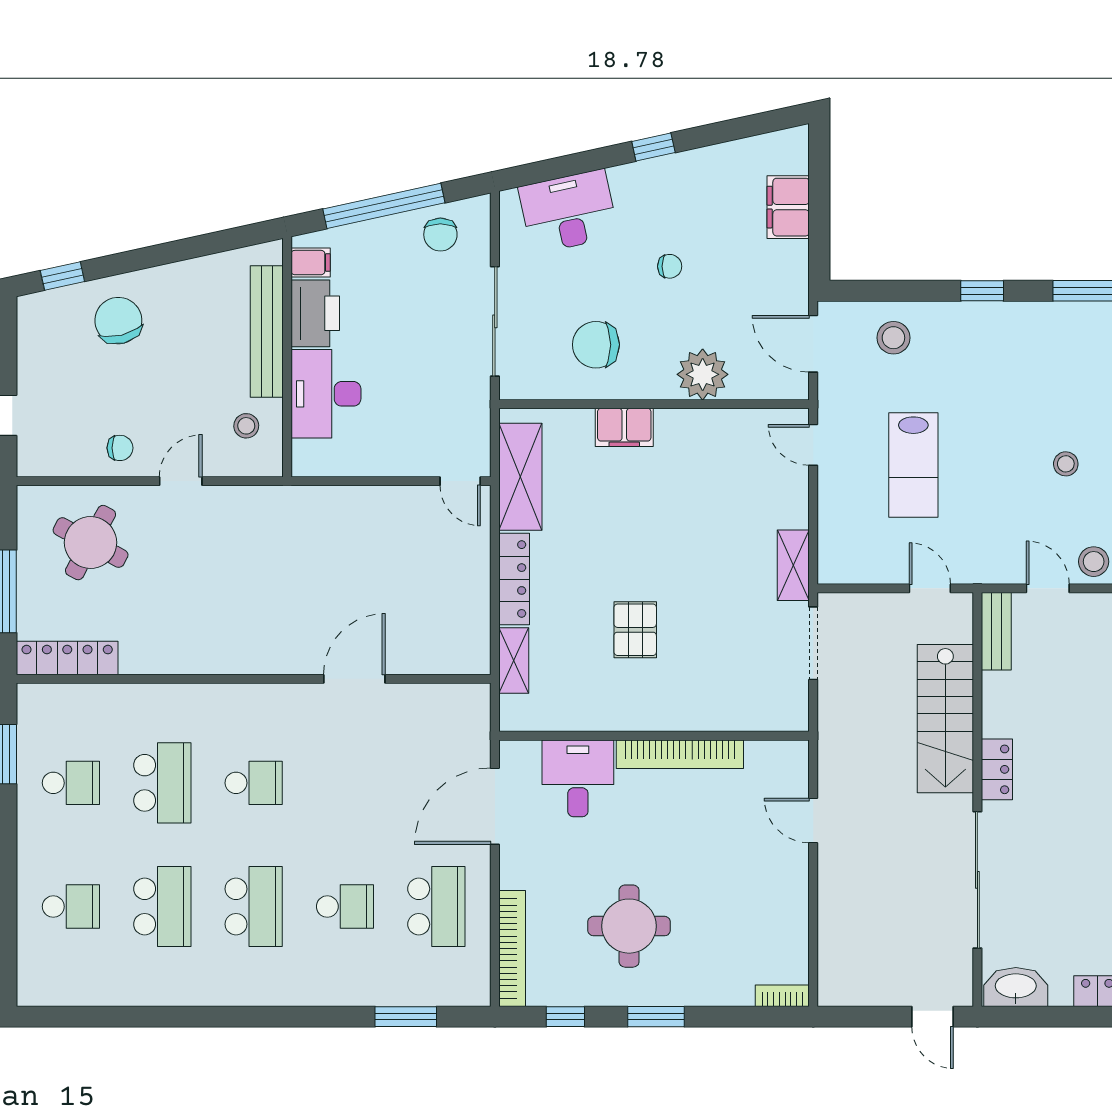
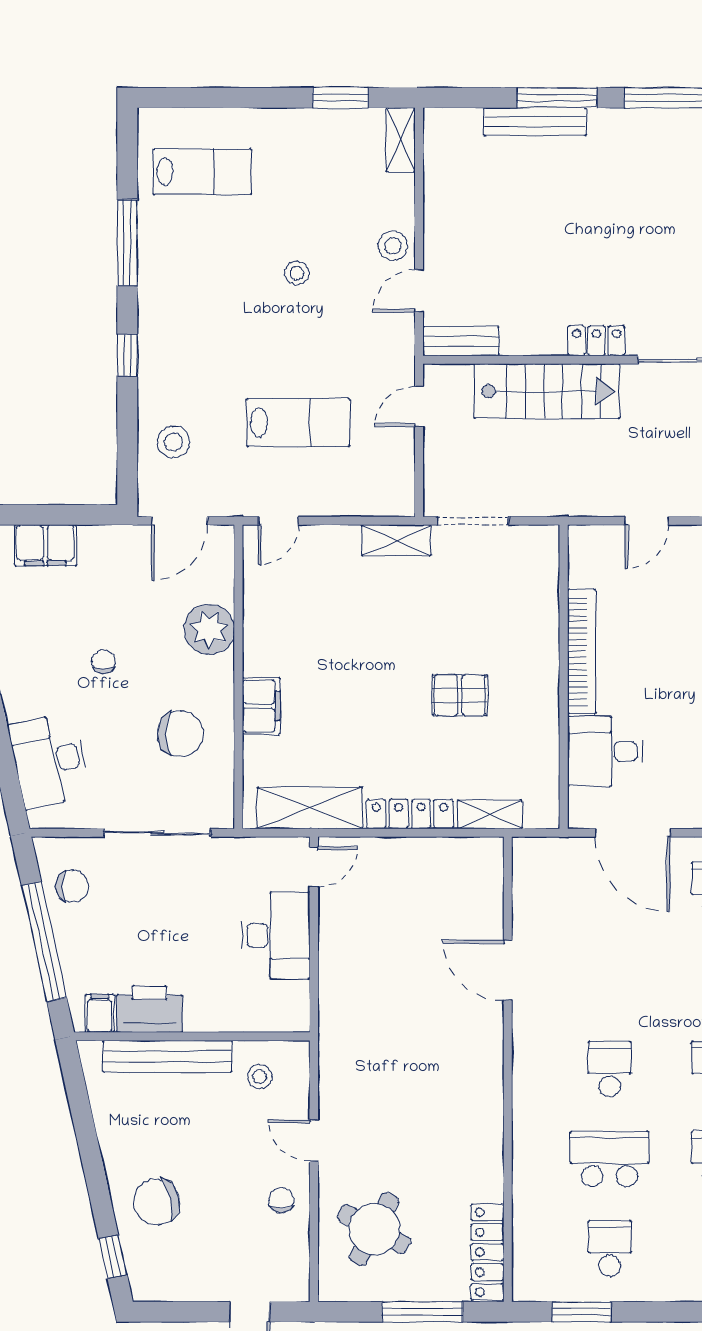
chair: (596, 345) -> (180, 734), turned -90
desk: (326, 394) -> (276, 935), moved, turned -90

